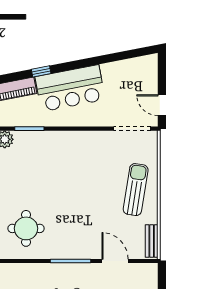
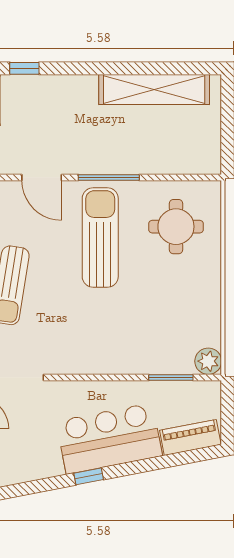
window: (41, 71) -> (89, 476), moved
sun lounger: (76, 221) -> (100, 237), added

